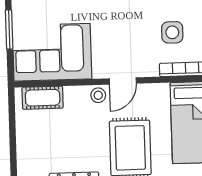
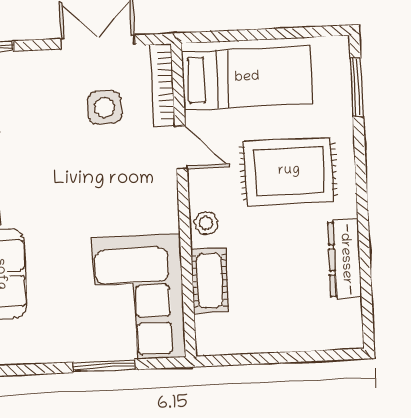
door: (123, 81) -> (181, 147), moved
cot: (43, 98) -> (210, 280), moved

